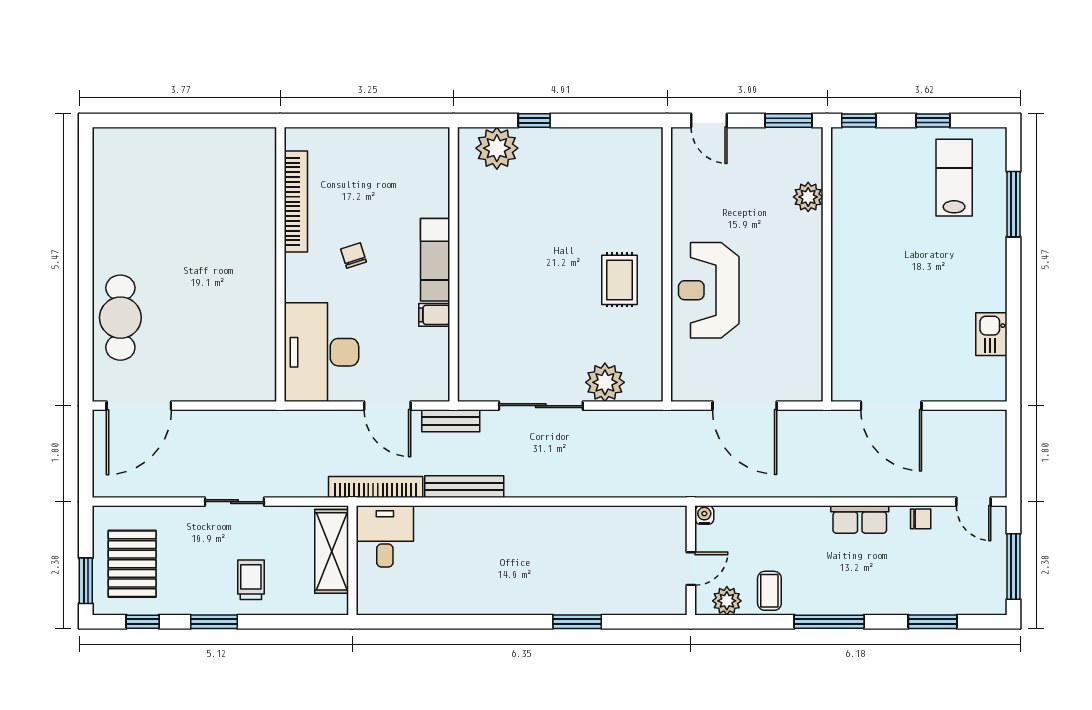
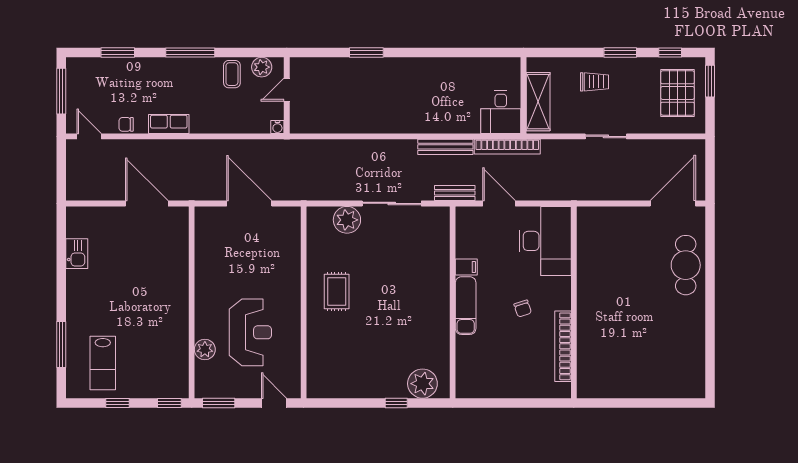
reception desk: (709, 290) -> (250, 332), moved
trolley: (251, 580) -> (594, 82), turned -90

